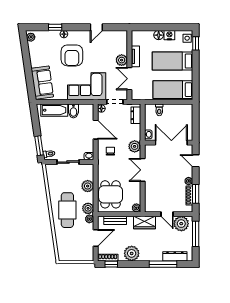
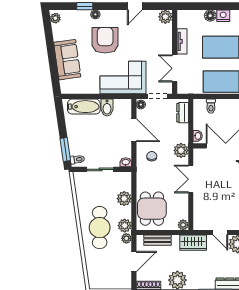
armchair: (72, 55) -> (105, 40), turned 180
plant: (122, 60) -> (165, 17), moved
sofa: (42, 83) -> (67, 60), moved

